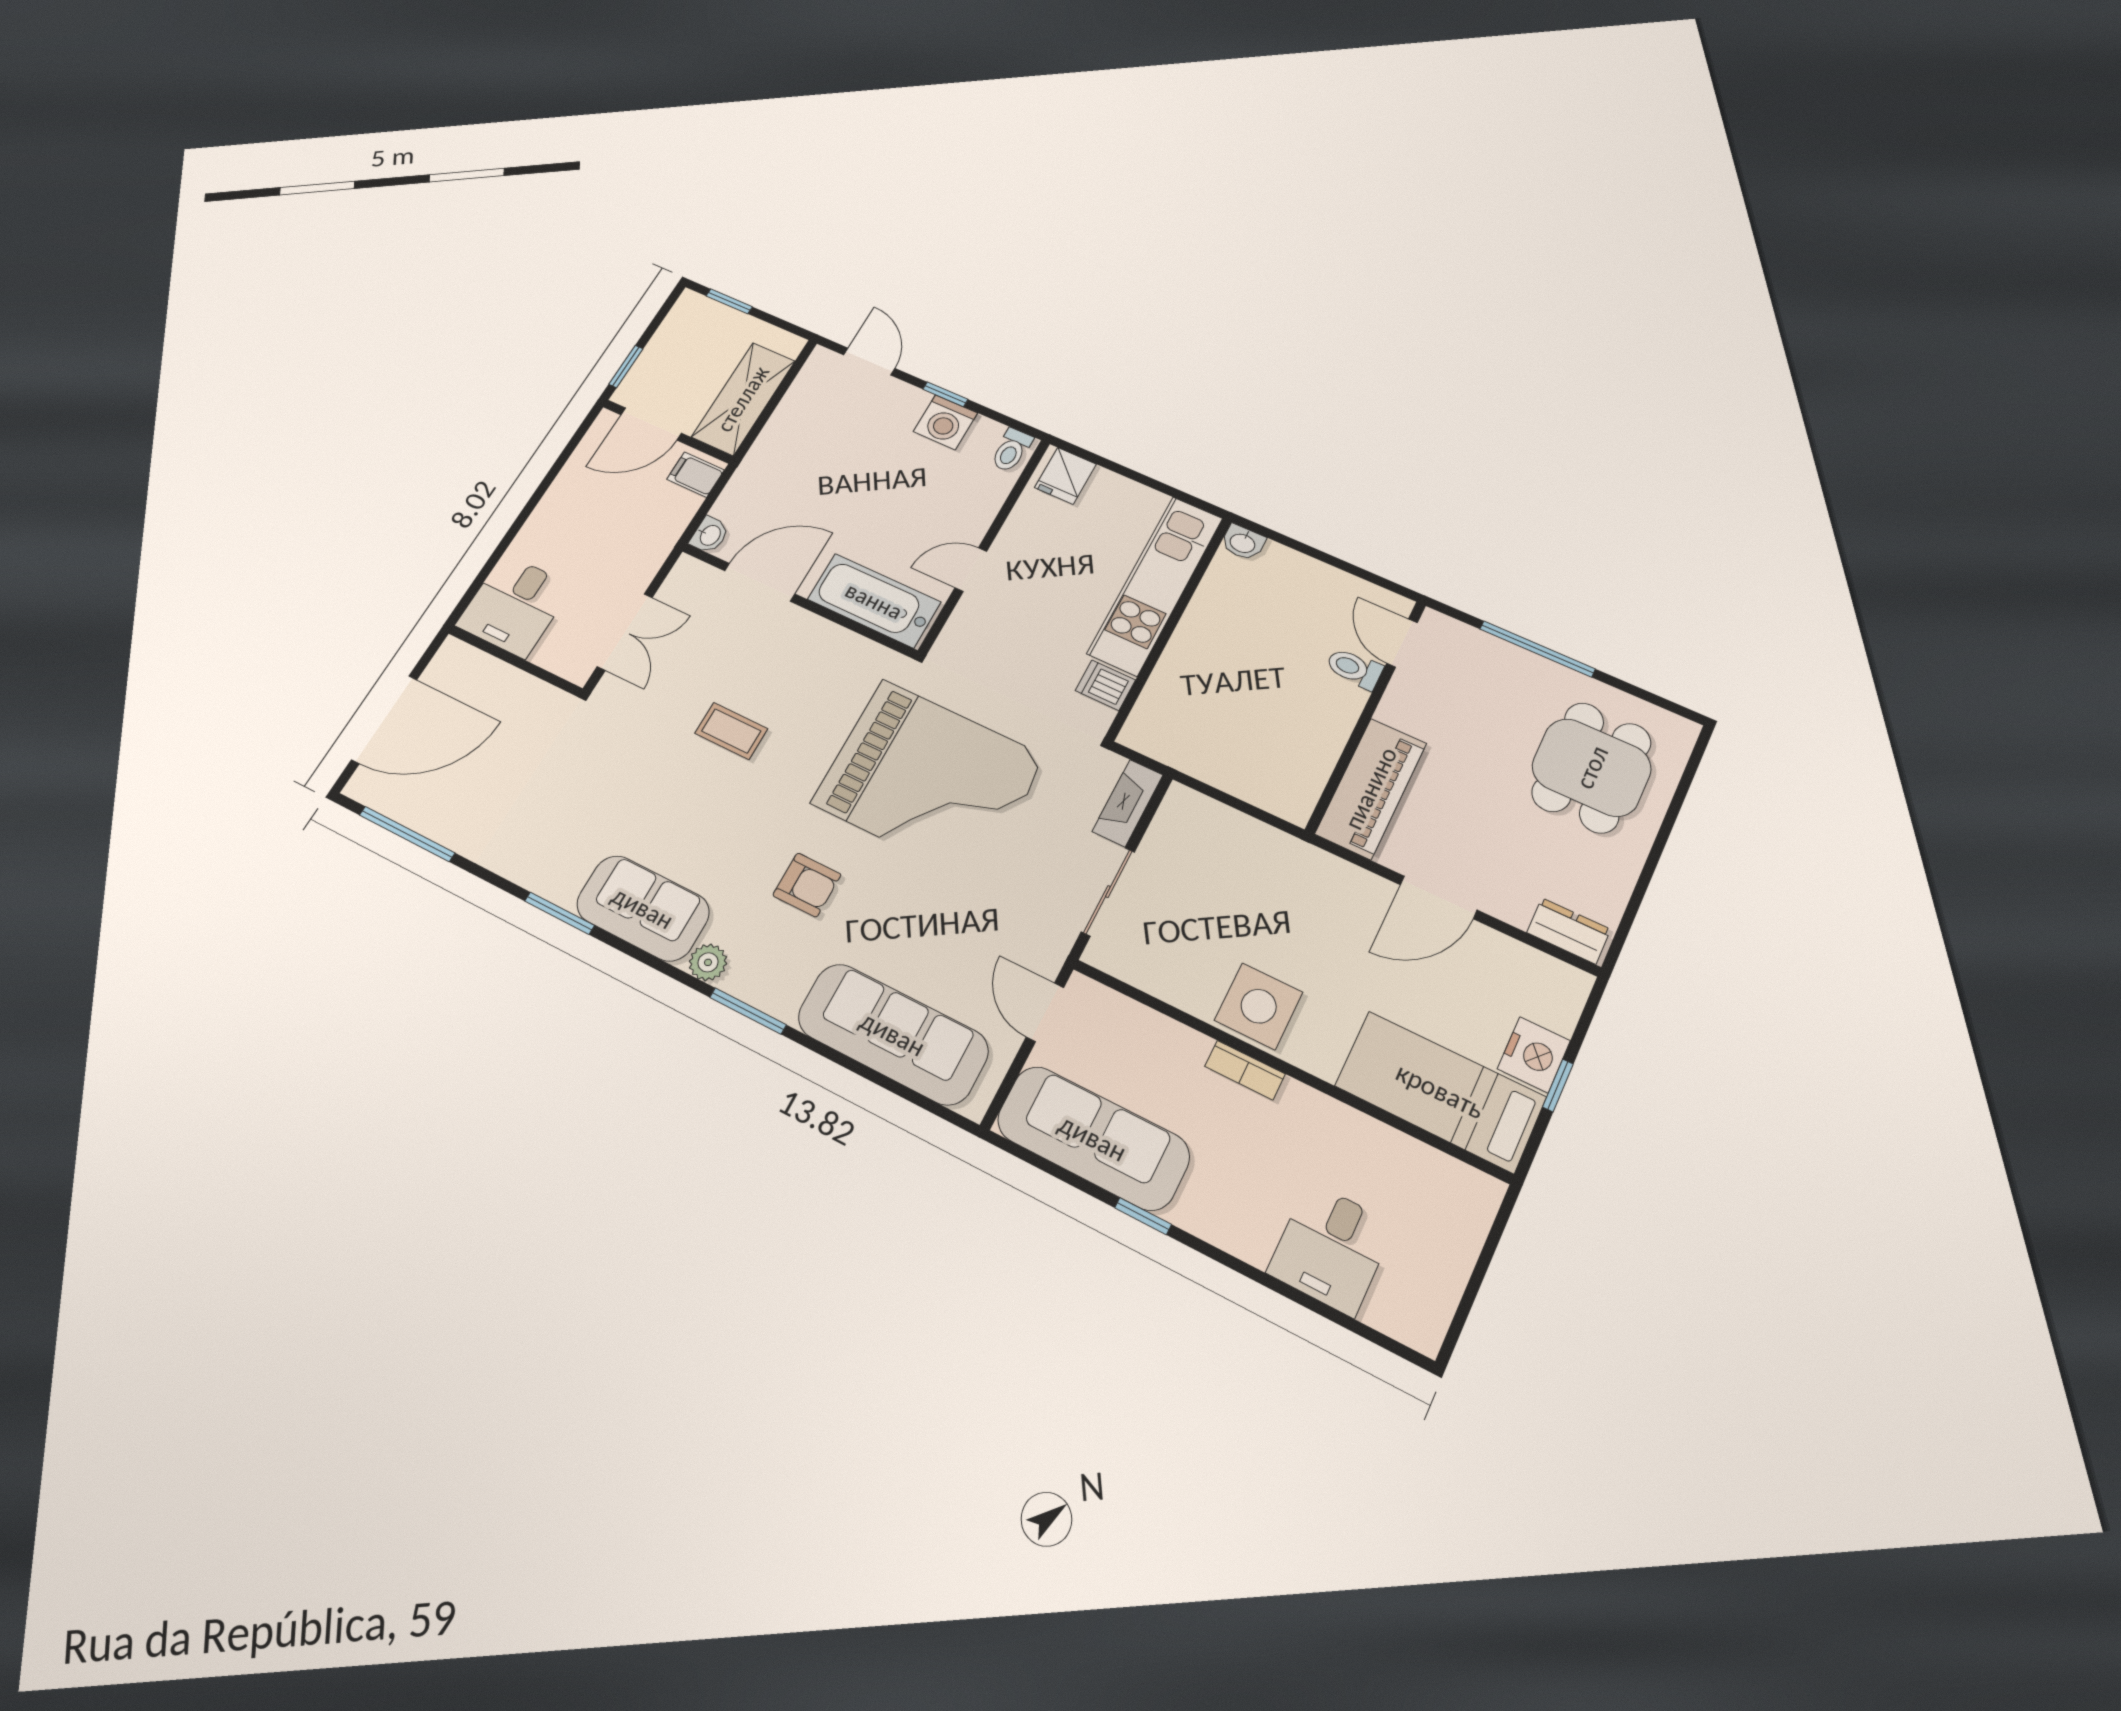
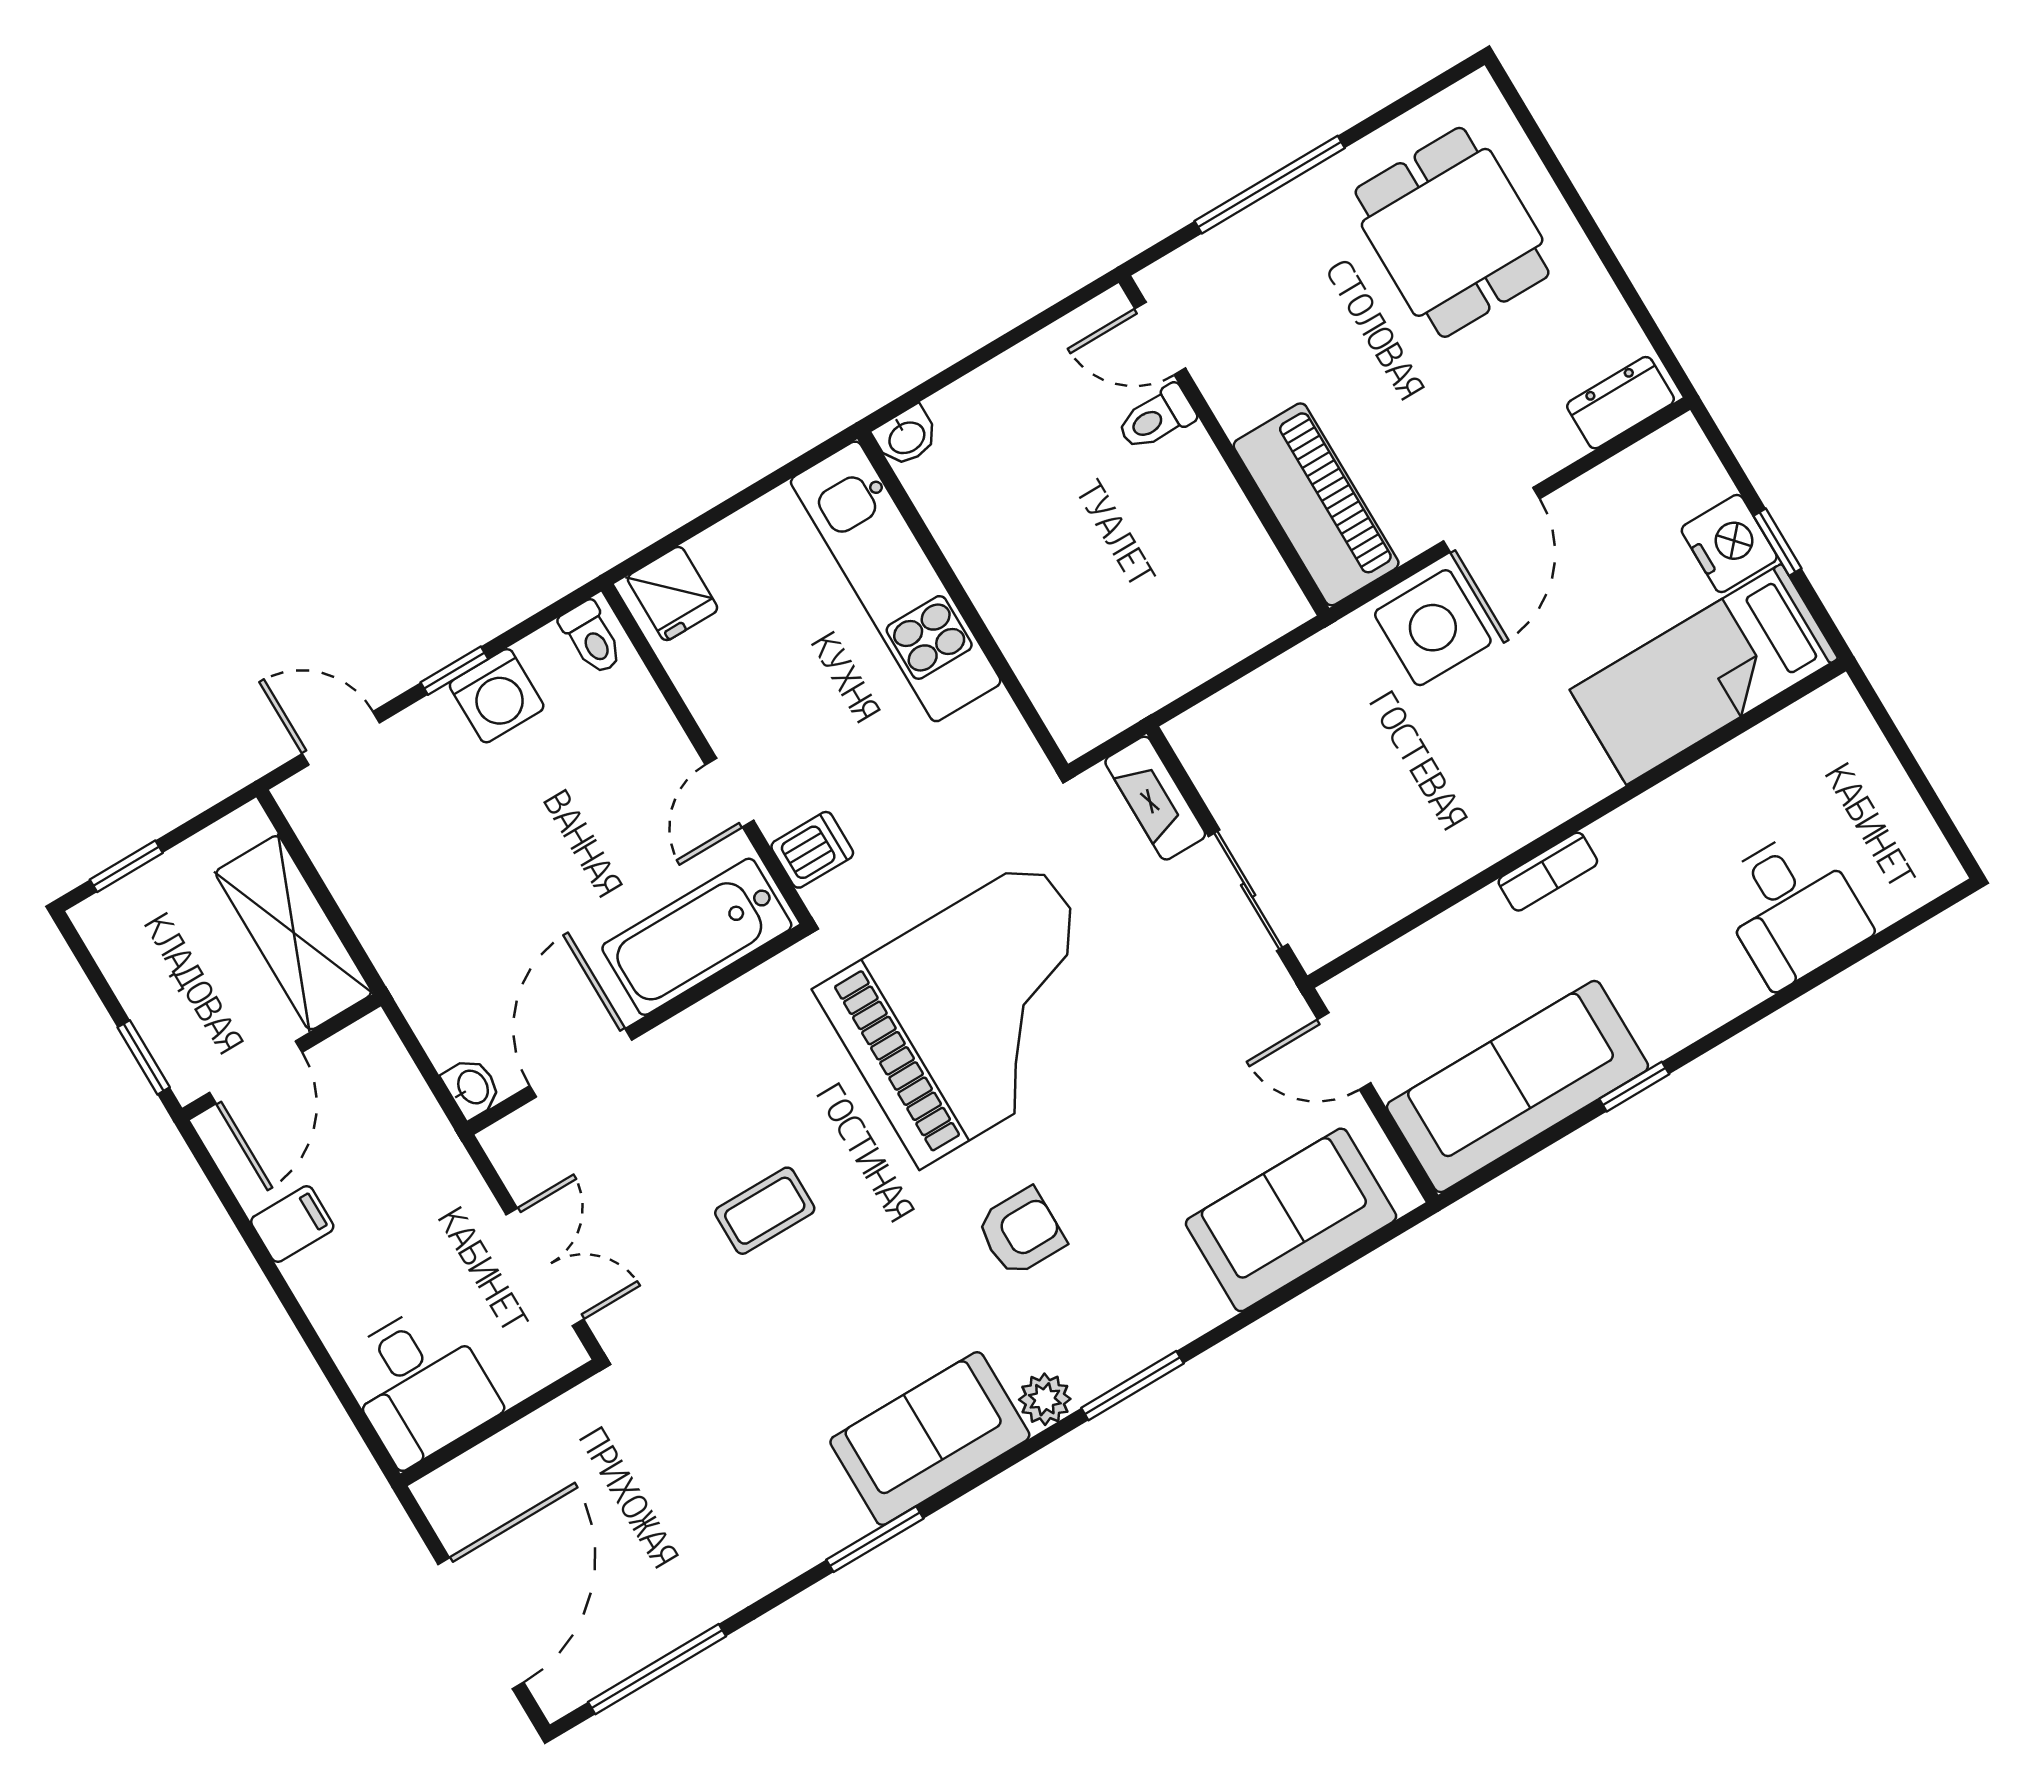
filing cabinet: (696, 475) -> (292, 1224), moved, turned 180
dishwasher: (1105, 685) -> (812, 850), moved, turned 180
side table: (1259, 1006) -> (1433, 628), moved
sofa: (893, 1034) -> (1291, 1220), width x0.73

